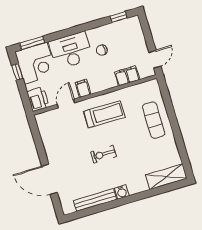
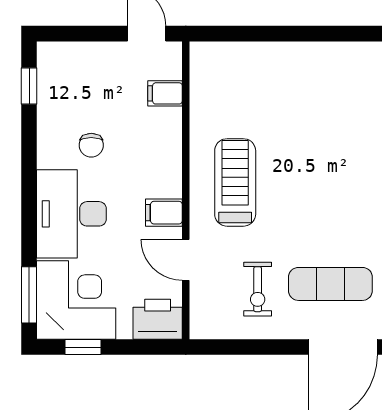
filing cabinet: (127, 76) -> (165, 93), width x0.50
exercise mat: (154, 120) -> (330, 284), moved
exercise bike: (103, 154) -> (258, 289), moved

